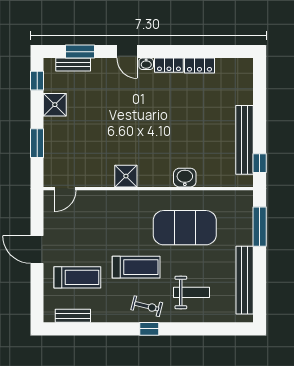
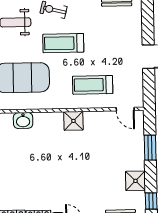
door: (65, 189) -> (125, 109), swing flipped
treadmill: (77, 277) -> (93, 85), moved

